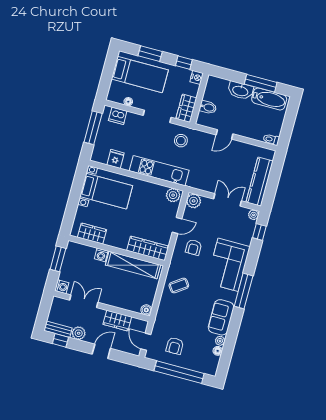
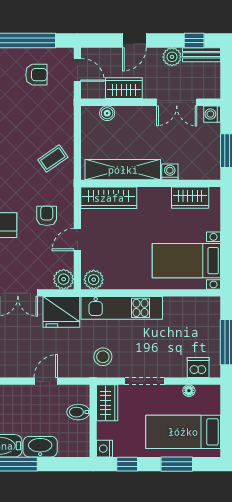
fridge: (116, 159) -> (61, 312), moved, width x1.88, depth x1.34
boiler: (146, 310) -> (107, 113), moved
armchair: (175, 346) -> (36, 75), turned 90

